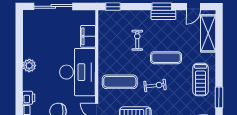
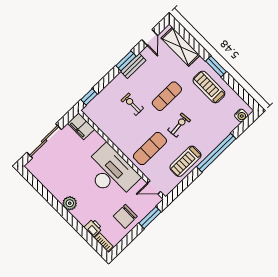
filing cabinet: (88, 36) -> (81, 126), moved
treadmill: (201, 79) -> (209, 87), turned 180
window: (219, 97) -> (216, 66), moved

